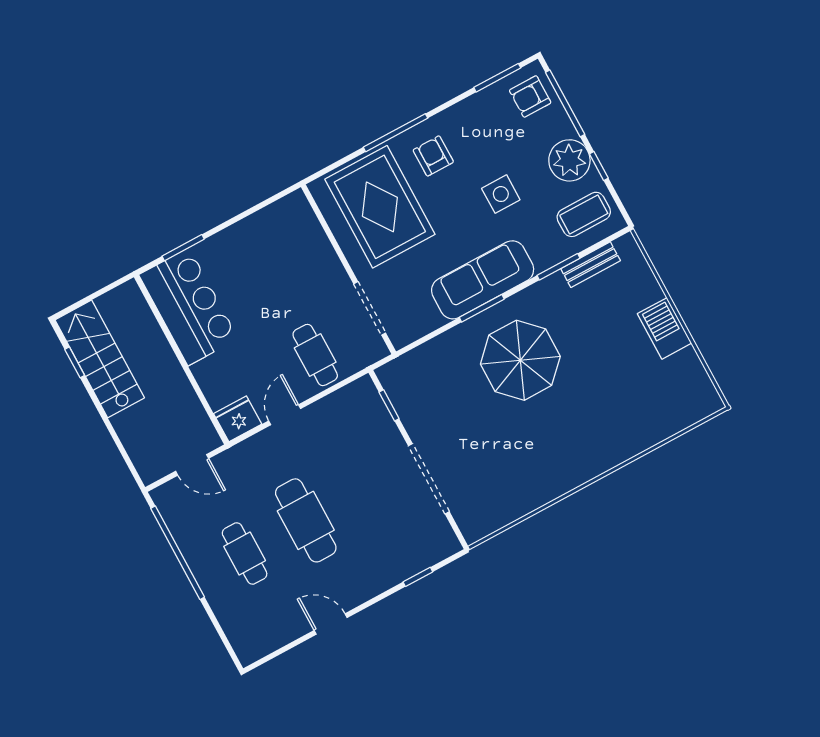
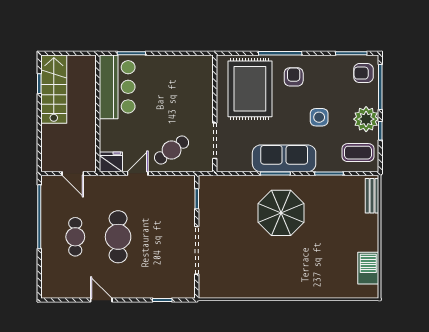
bench: (591, 265) -> (372, 196), moved, turned 90
barbecue: (664, 328) -> (368, 268), moved
cafe table: (315, 355) -> (172, 150), turned 54

